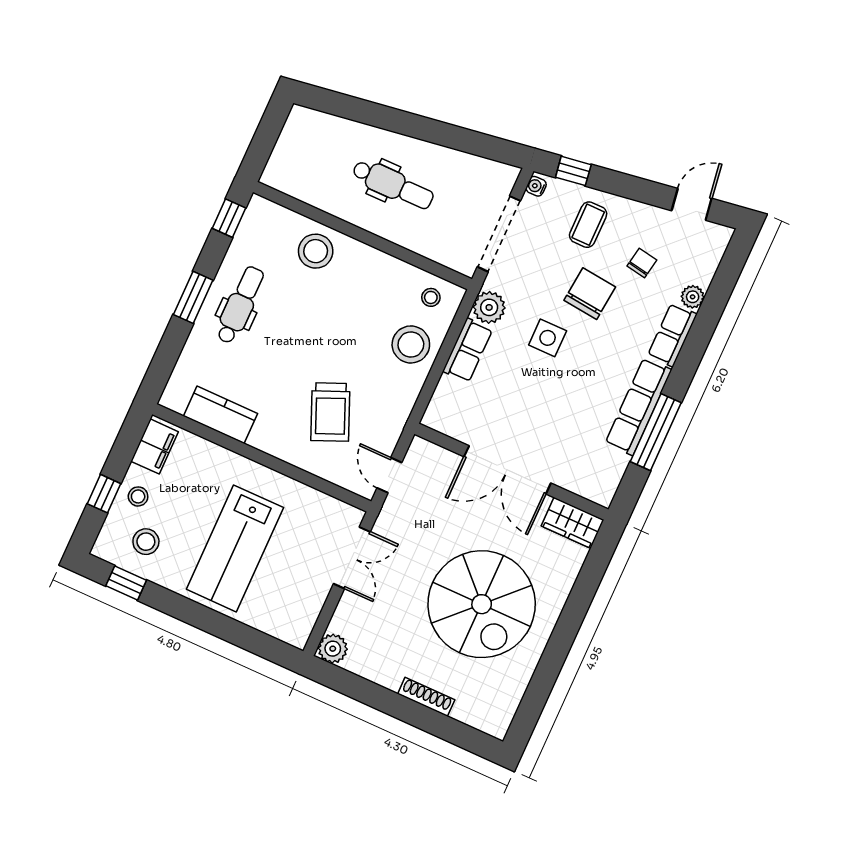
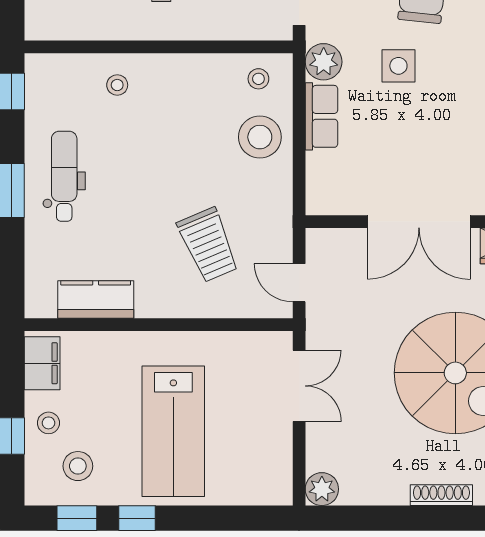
stool: (316, 251) -> (117, 85), width x0.53, depth x0.53
window: (174, 605) -> (137, 518), added

